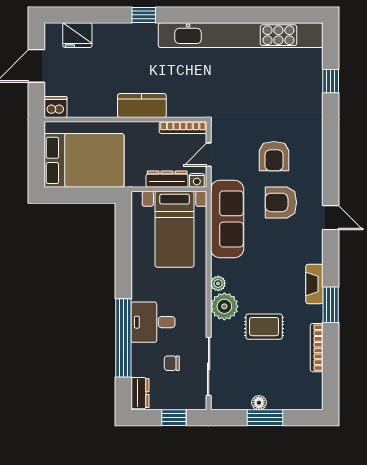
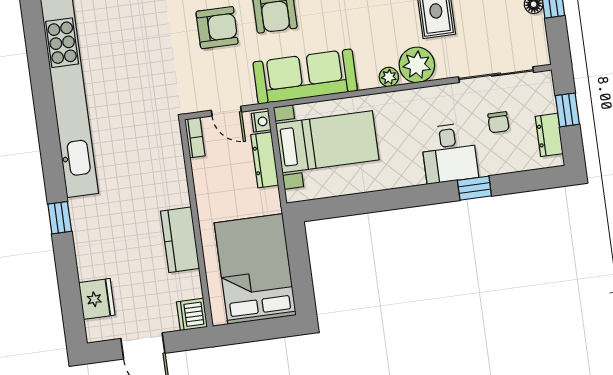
kitchen counter: (142, 106) -> (180, 240), moved
bookcase: (183, 128) -> (195, 138), width x0.64
window: (123, 338) -> (474, 188), width x0.32
dresser: (140, 393) -> (549, 135), moved, turned -90

